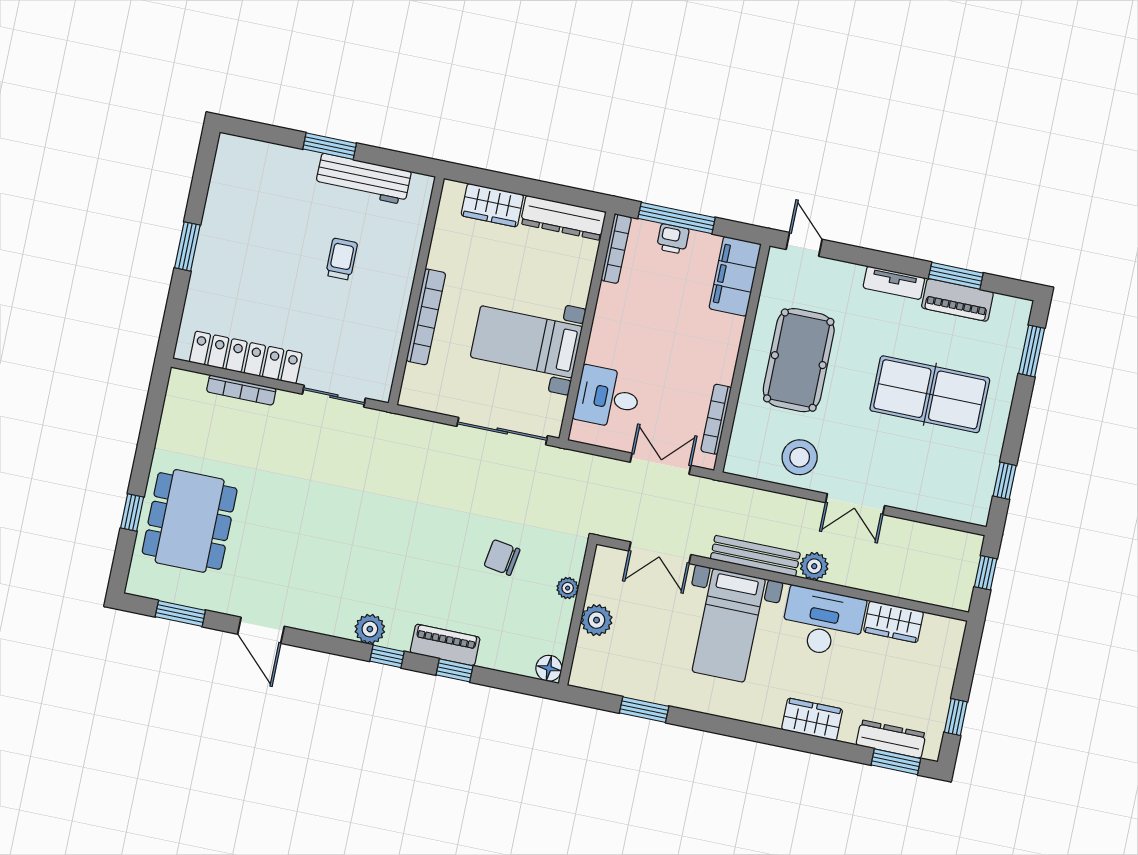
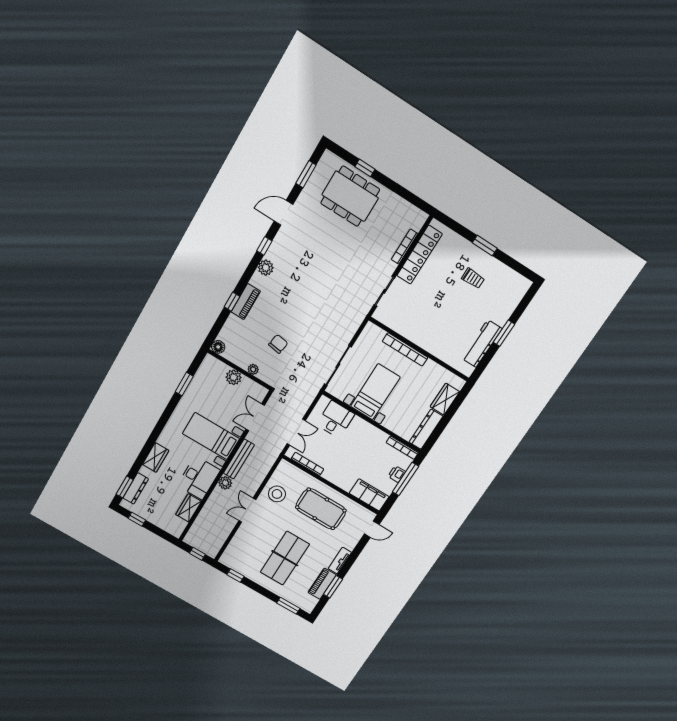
trolley: (342, 259) -> (473, 278), moved
window: (387, 656) -> (264, 246), moved

